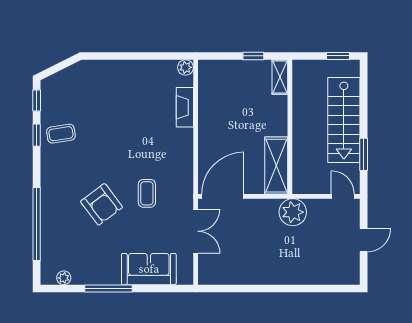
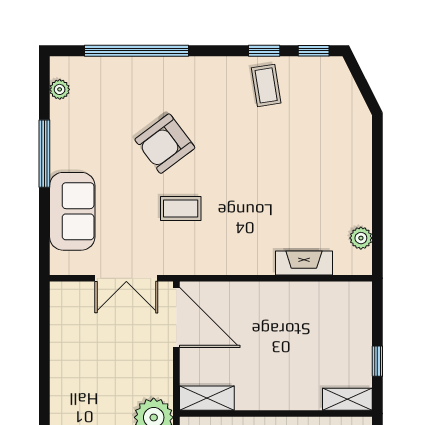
plant: (186, 67) -> (361, 238), moved
shelving: (276, 166) -> (207, 398), width x0.67, depth x0.75

